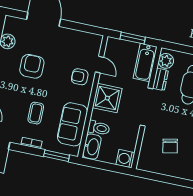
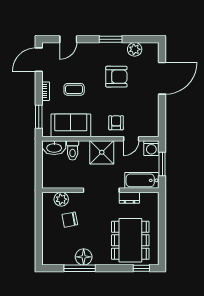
plant: (166, 61) -> (61, 199), moved
washing machine: (125, 159) -> (151, 148), moved, turned 180

